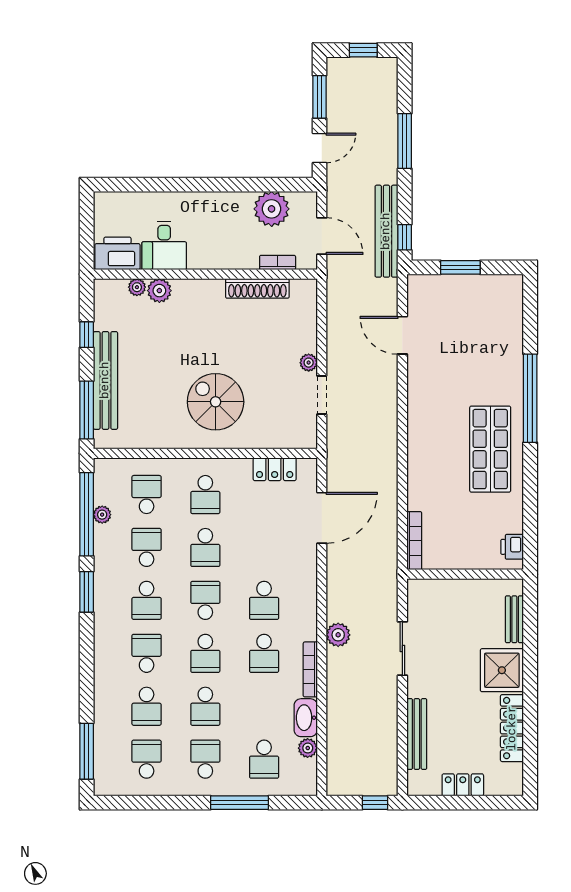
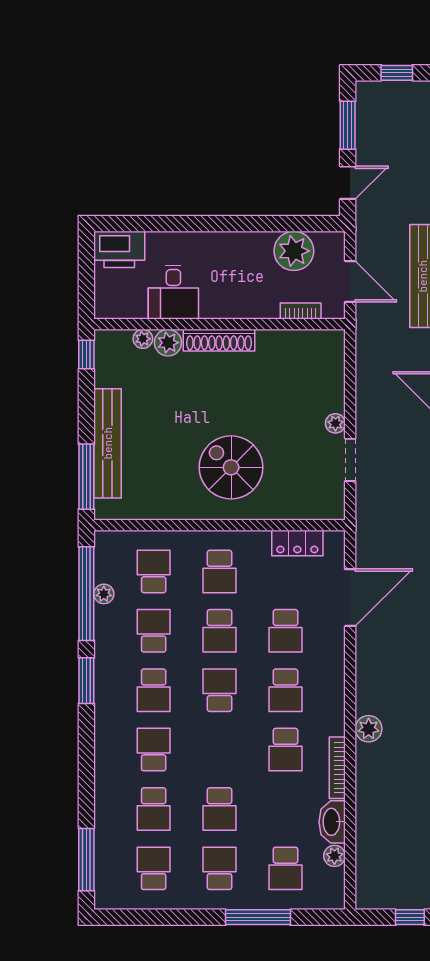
printer: (117, 253) -> (119, 249), moved, turned 180
shoe rack: (257, 288) -> (219, 340), moved
window: (87, 335) -> (86, 355), moved
school desk: (205, 653) -> (286, 631), moved

